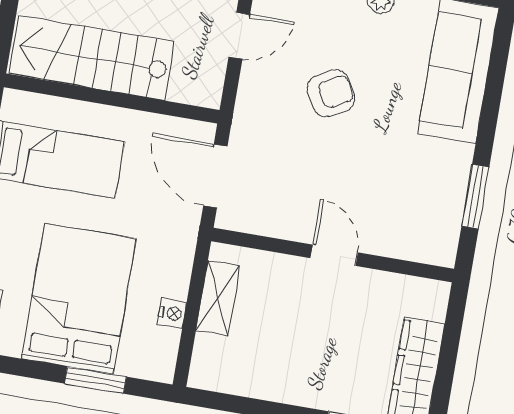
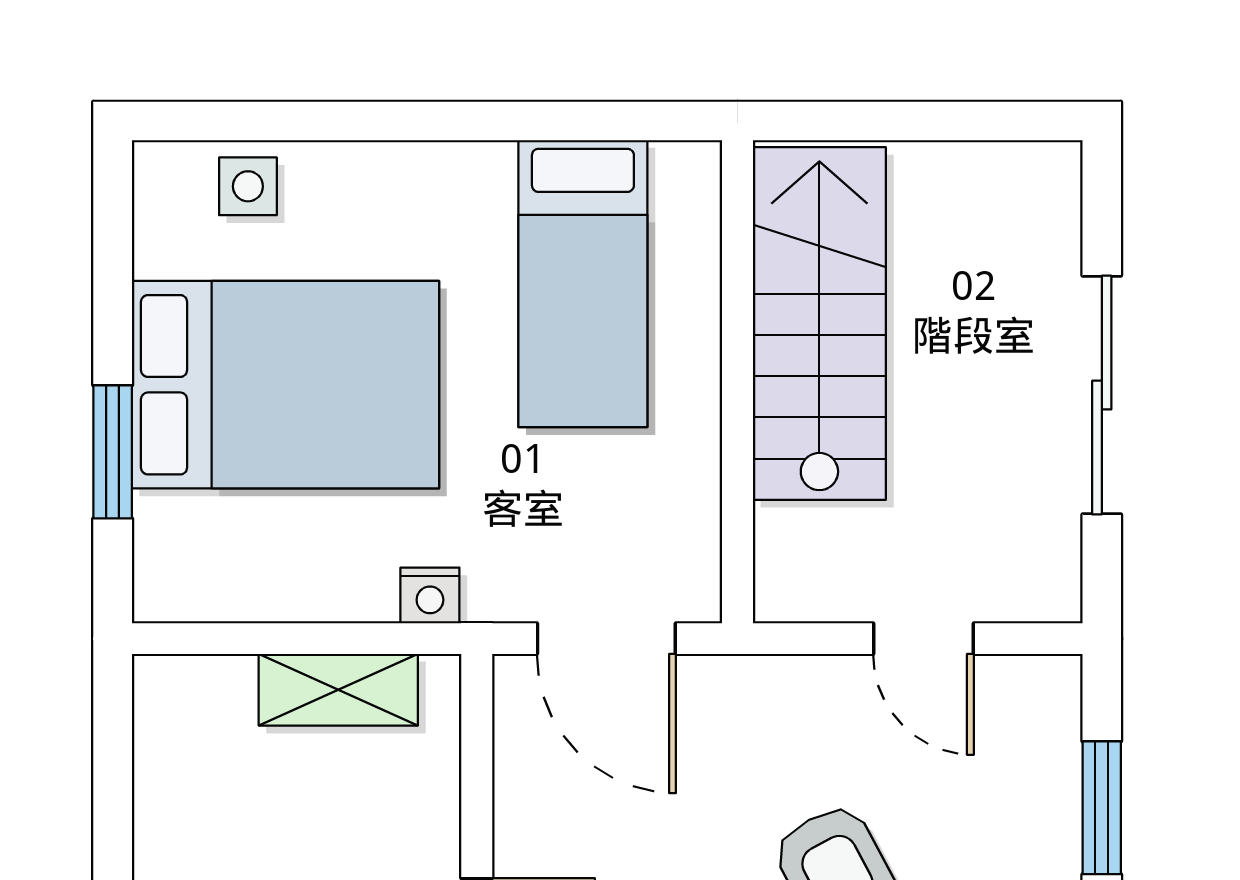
door: (215, 176) -> (606, 639), swing flipped
nightstand: (172, 313) -> (430, 595), moved

